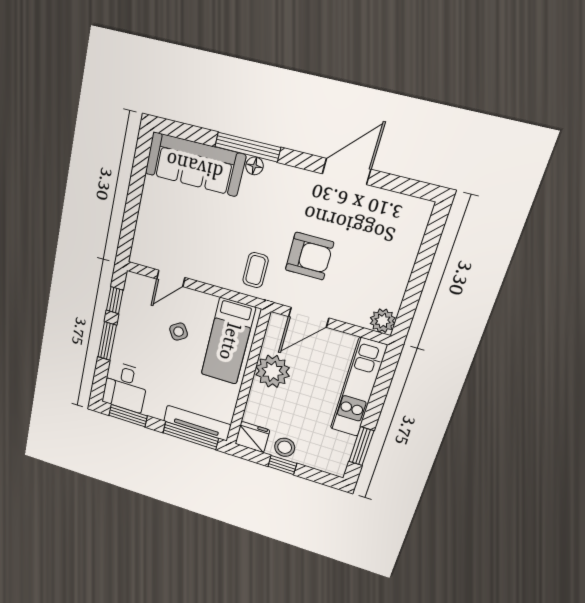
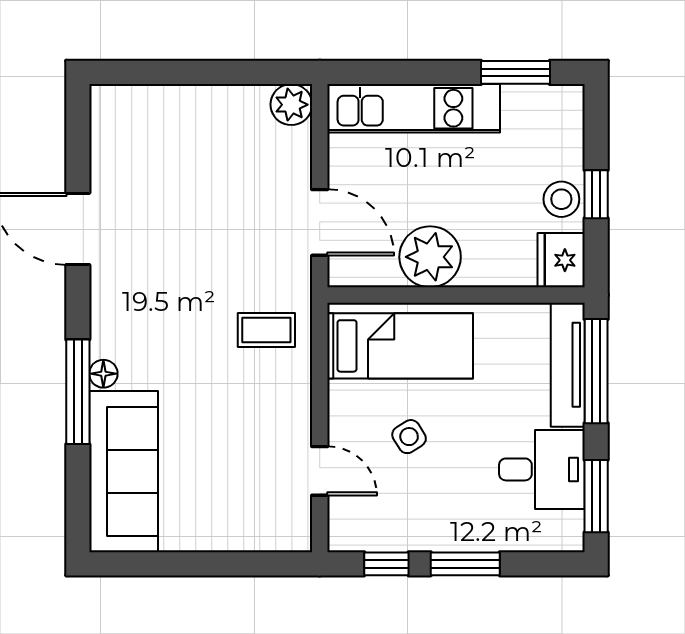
armchair: (309, 256) -> (220, 249), removed
desk: (125, 387) -> (542, 469), moved

